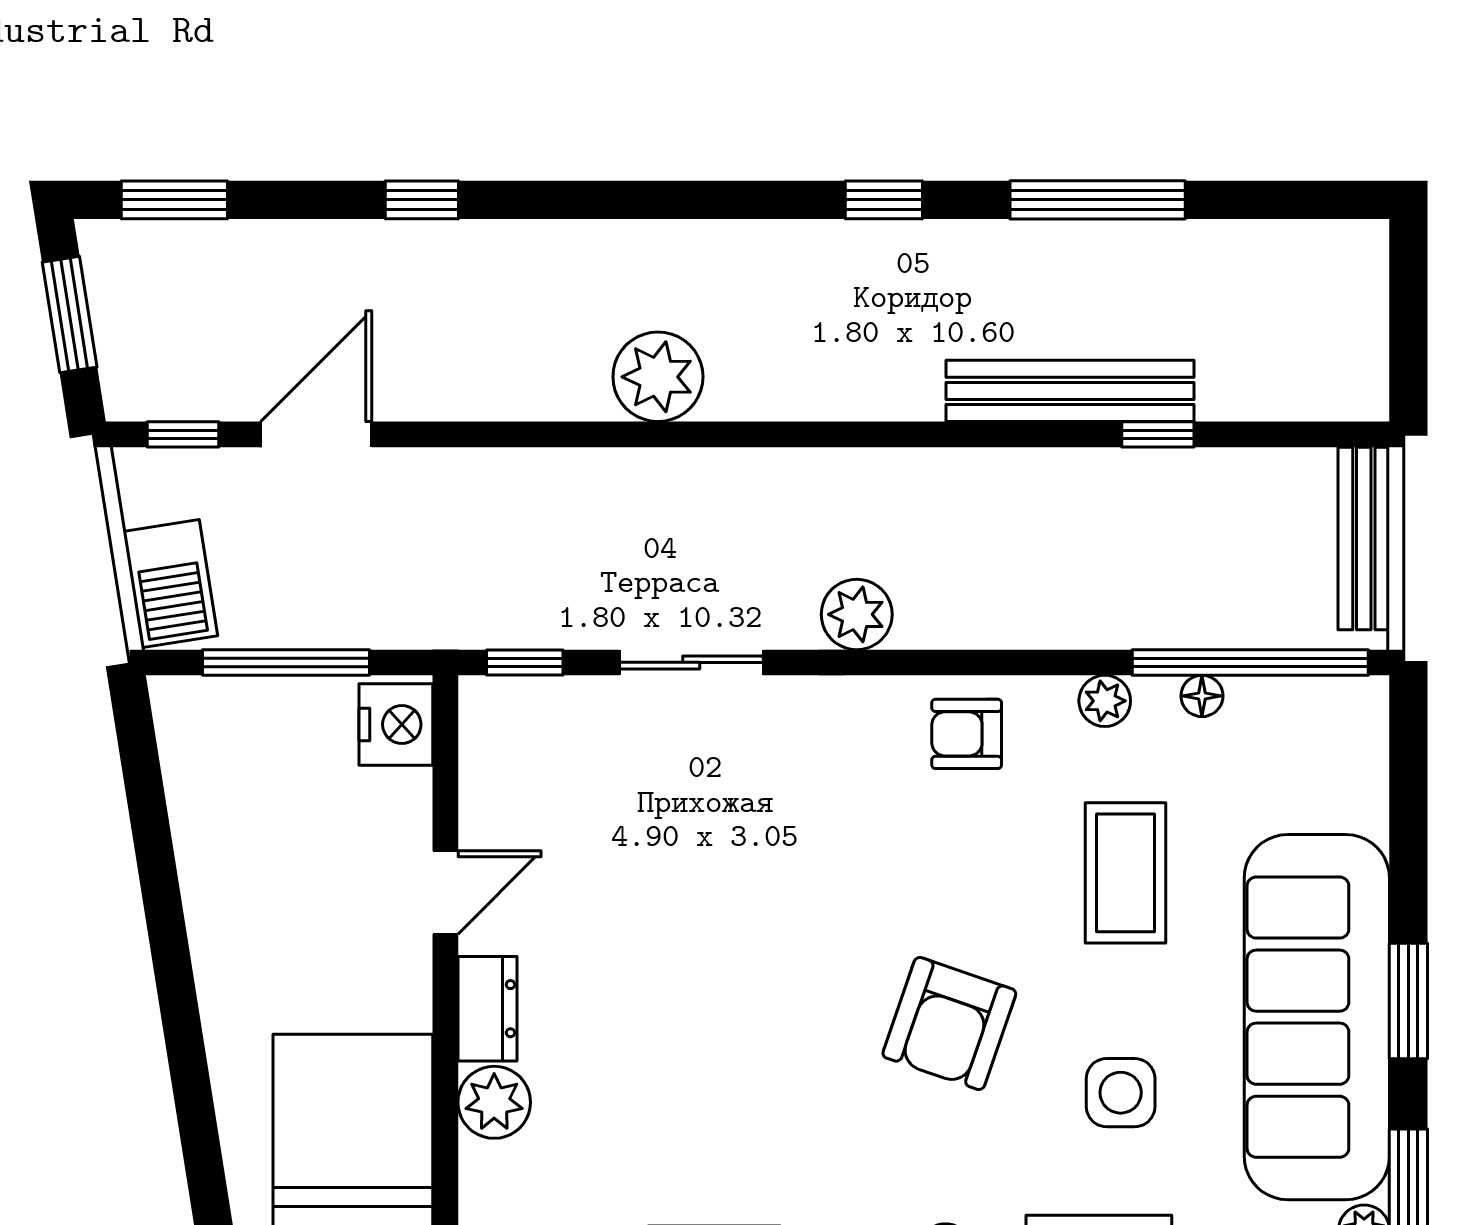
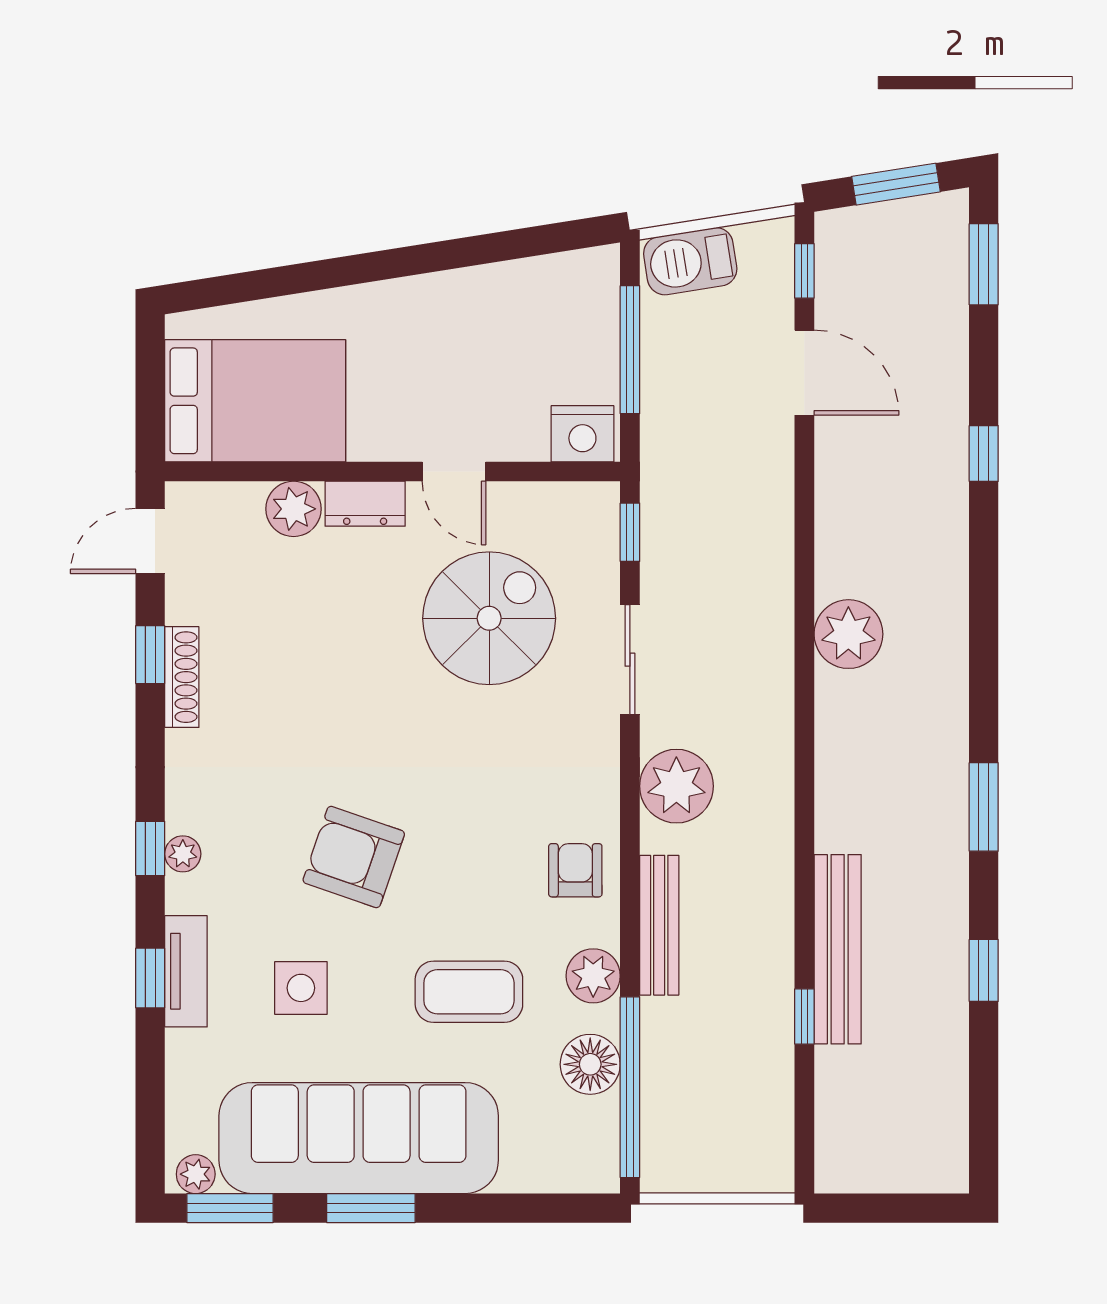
window: (884, 200) -> (984, 807), width x1.50
window: (1098, 200) -> (984, 970), width x0.46
bench: (1364, 538) -> (659, 925), moved, turned 90
plant: (857, 614) -> (676, 786), width x1.36, depth x1.36
floor lamp: (1202, 696) -> (590, 1064), width x1.89, depth x1.89
plant: (1105, 701) -> (593, 976), width x1.38, depth x1.38
spiral stairs: (637, 847) -> (489, 618), added

